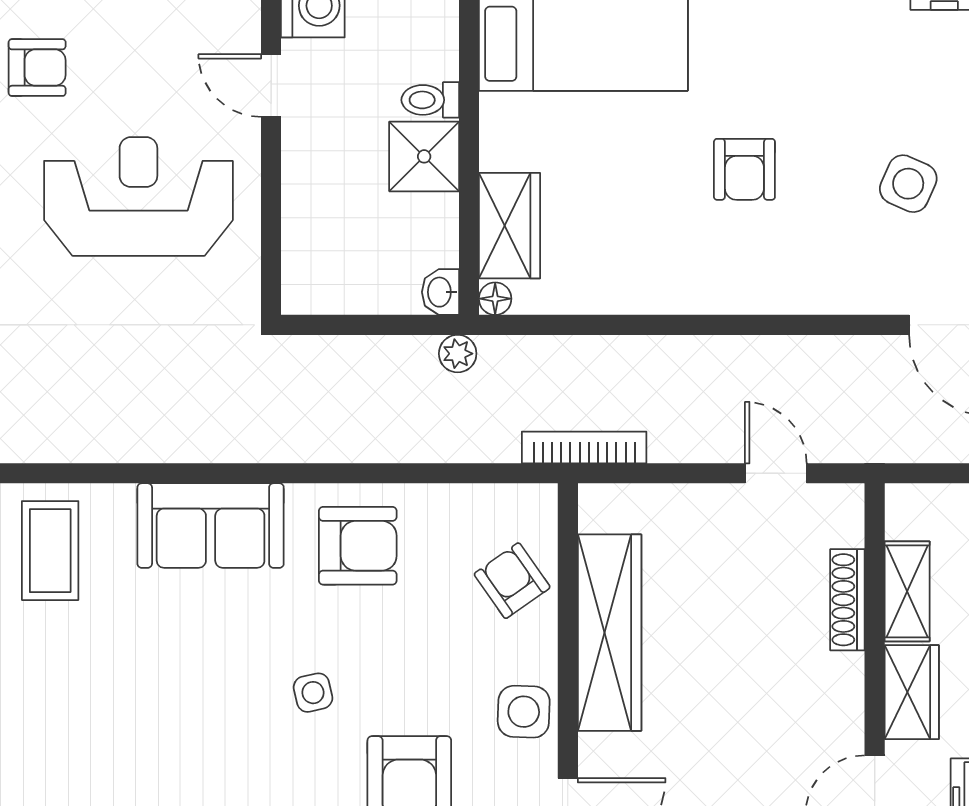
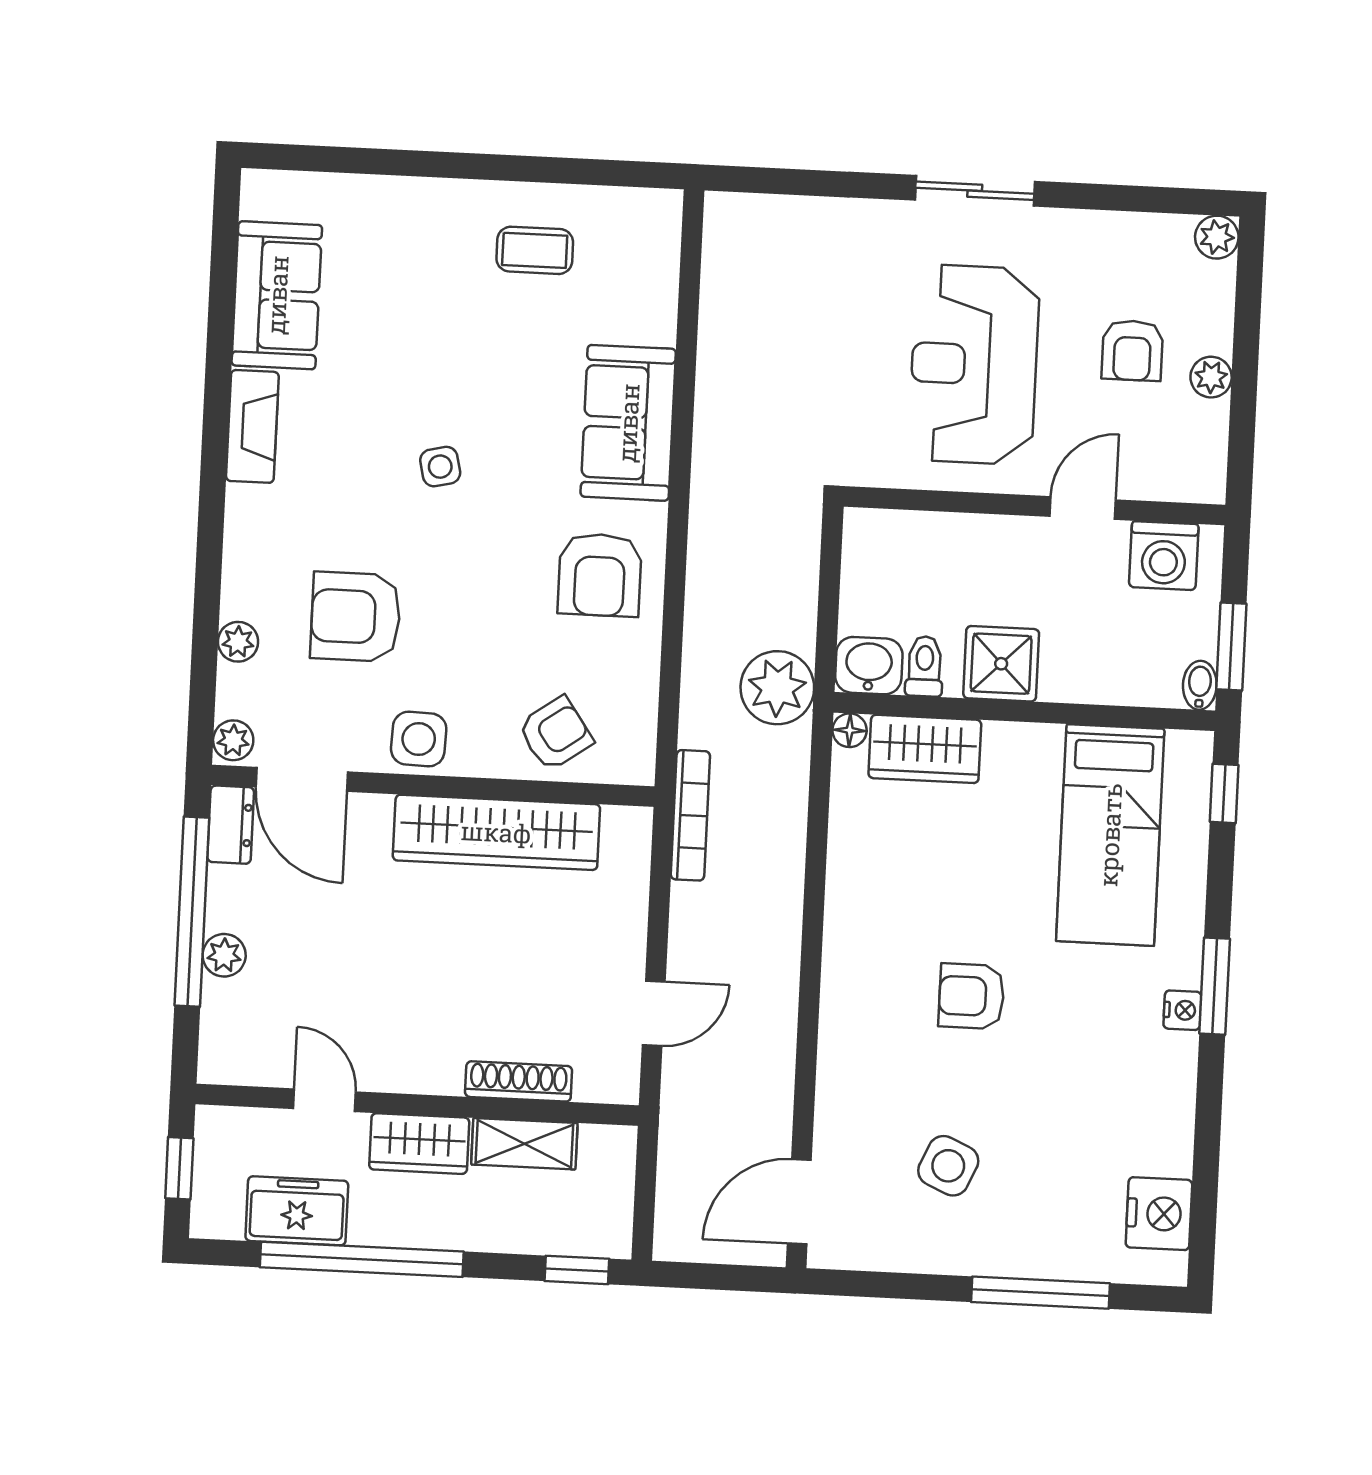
armchair: (37, 68) -> (1132, 350), moved
toilet: (430, 100) -> (924, 666), moved
reception desk: (138, 196) -> (974, 365), turned 180
washbasin: (440, 292) -> (869, 666), width x1.38, depth x1.45
plant: (458, 354) -> (777, 688), width x1.88, depth x1.88
coffee table: (50, 551) -> (535, 250), moved, width x0.73, depth x0.77
side table: (313, 693) -> (440, 467), moved

